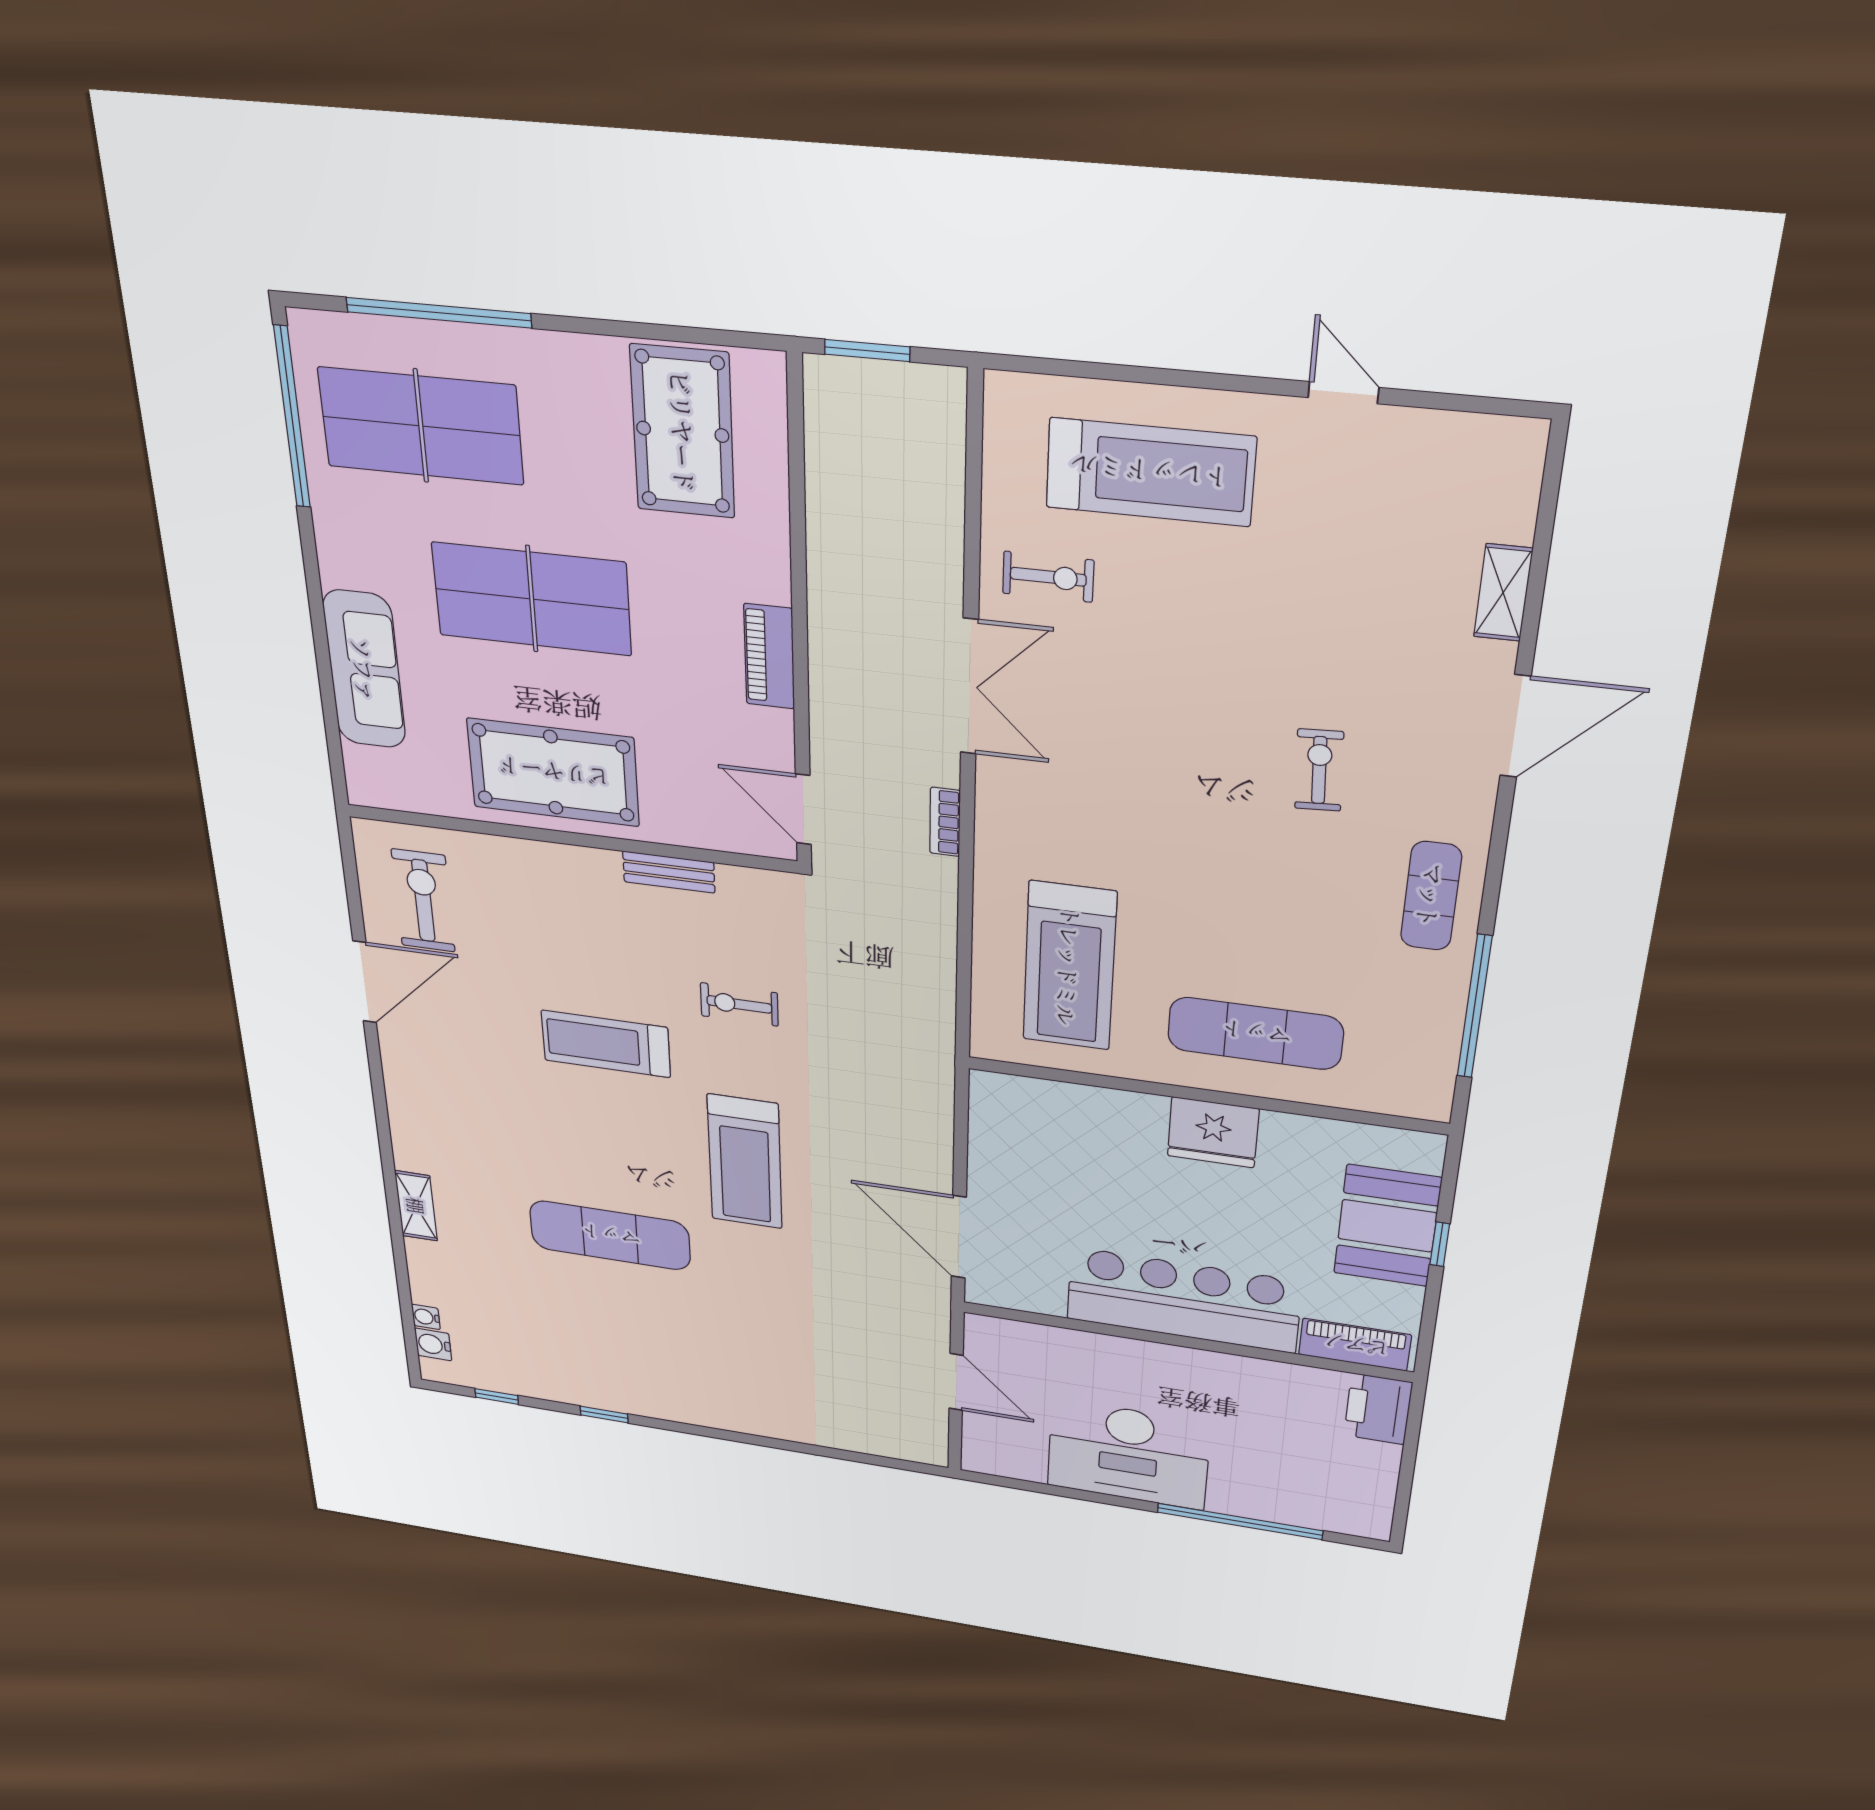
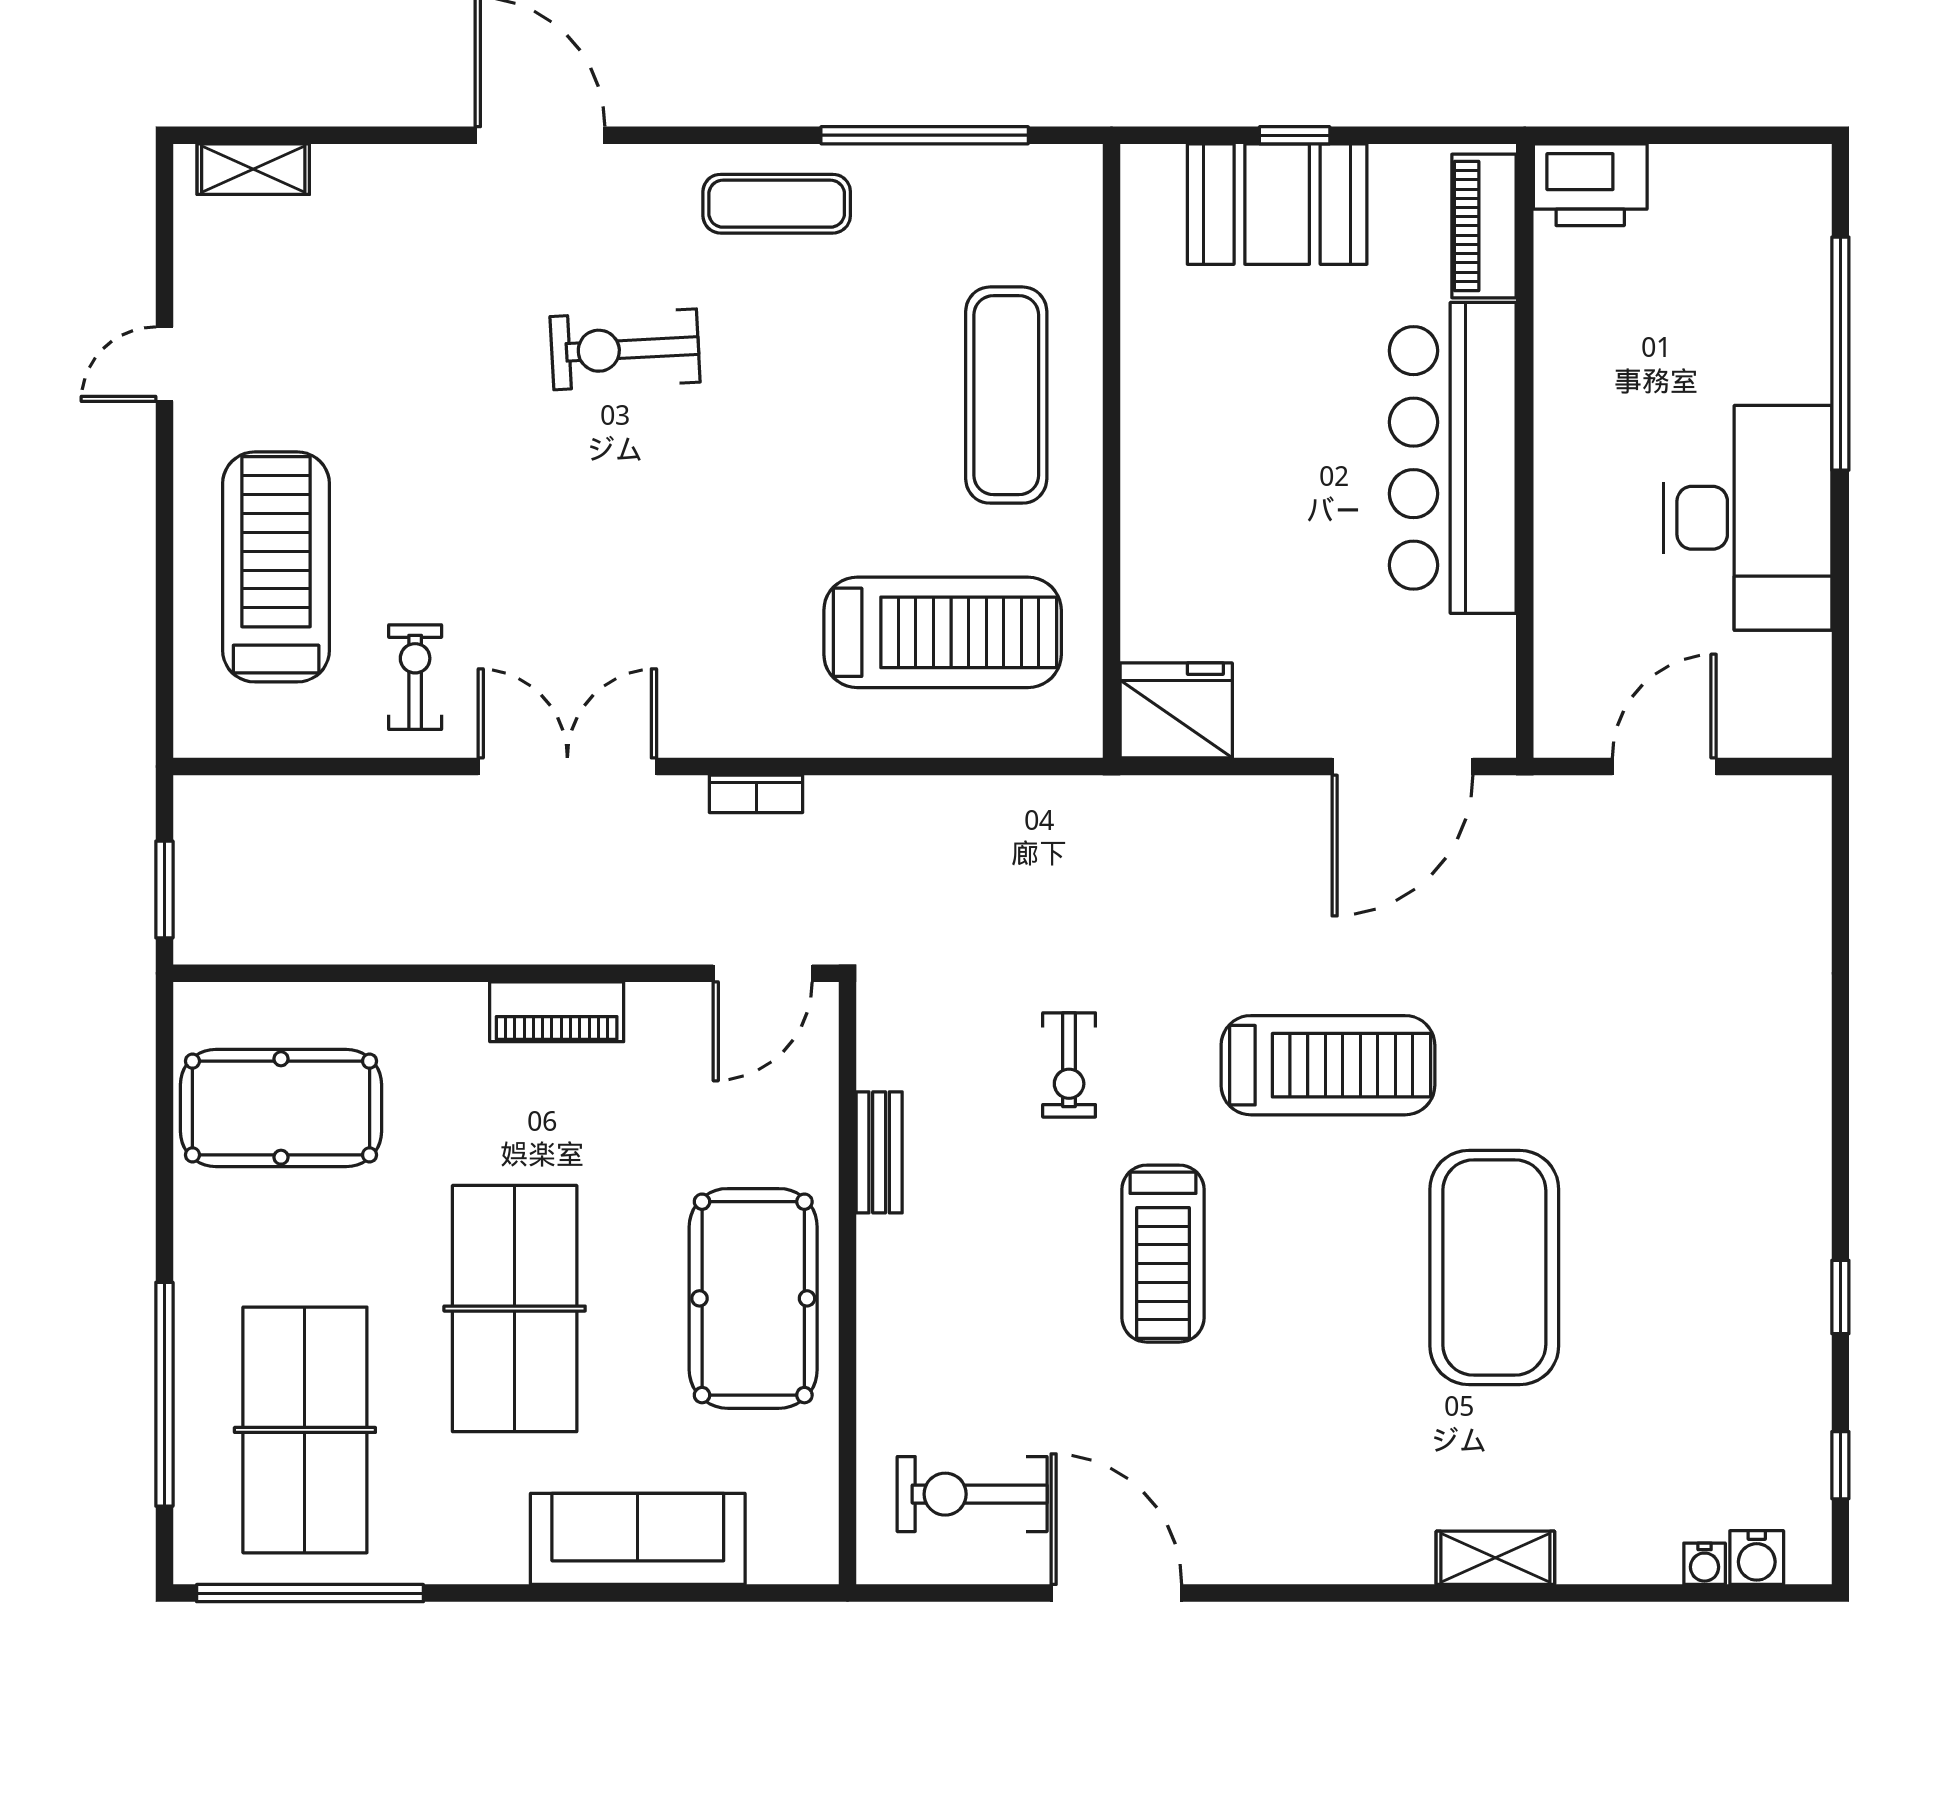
shelving: (1503, 593) -> (253, 169), moved
exercise bike: (1319, 770) -> (625, 349), width x1.38, depth x1.39
fridge: (1213, 1132) -> (1176, 710), moved, turned -90
exercise mat: (610, 1235) -> (1494, 1268), width x1.47

